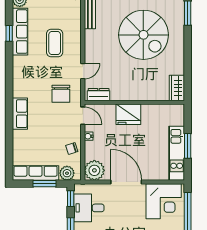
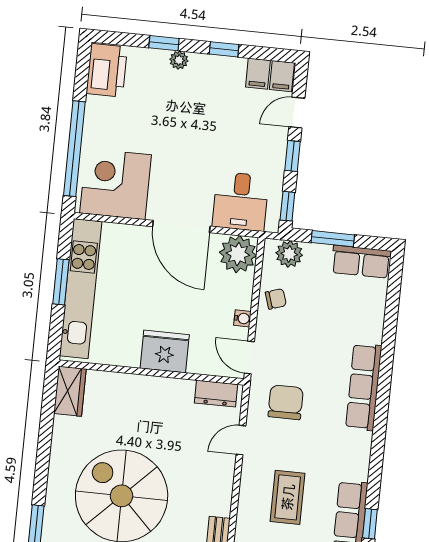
row of seats: (20, 114) -> (364, 387), width x1.48
kitchen unit: (177, 153) -> (81, 289), width x1.36
row of seats: (36, 173) -> (361, 262), width x0.68
desk: (89, 208) -> (241, 201), moved, turned 90

